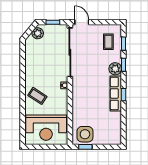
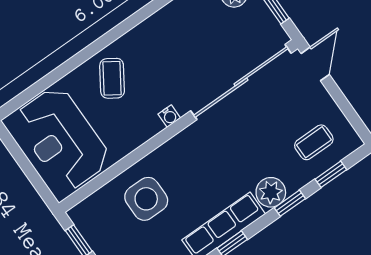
side table: (85, 134) -> (146, 199), moved

